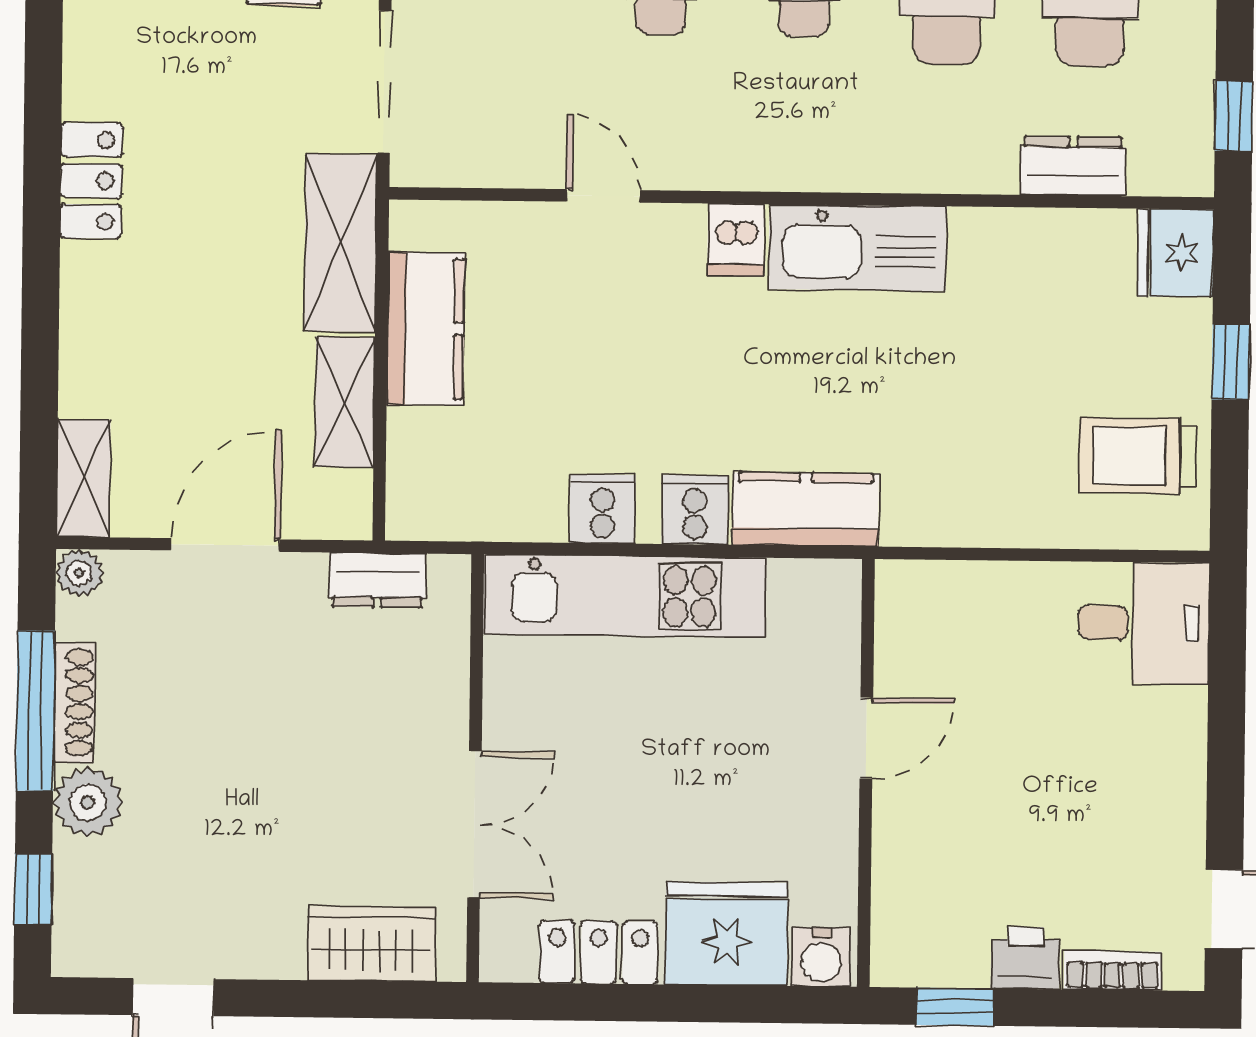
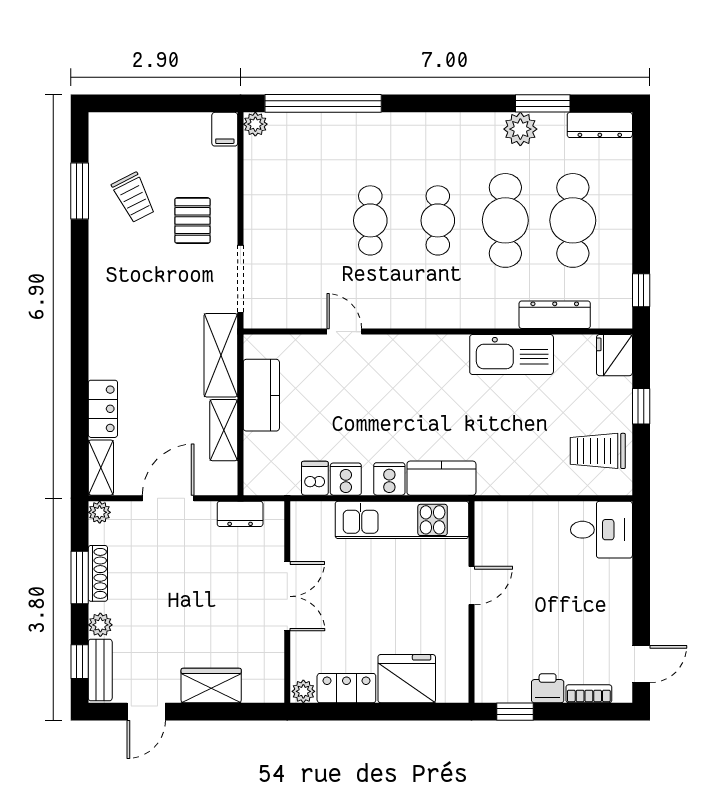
dresser: (1073, 166) -> (555, 315), width x1.44
locker: (91, 181) -> (103, 409), moved
dishwasher: (736, 240) -> (315, 478), moved, turned 180
kitchen sink: (857, 248) -> (512, 355), moved
kitchen unit: (625, 596) -> (402, 520), moved
window: (35, 711) -> (80, 577), width x0.69
plant: (88, 802) -> (100, 625), width x0.73, depth x0.73
double door: (474, 824) -> (287, 596), moved
bench: (77, 908) -> (100, 670), added
wardrobe: (371, 944) -> (211, 686), moved
water cooler: (821, 957) -> (451, 689), removed
plant: (507, 958) -> (303, 691), added

